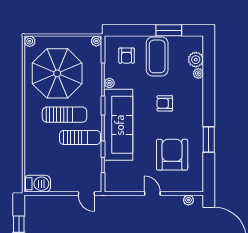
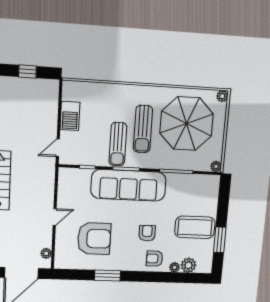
armchair: (127, 56) -> (154, 259), moved
plant: (109, 83) -> (172, 178), removed
barbecue: (37, 184) -> (70, 116), moved

